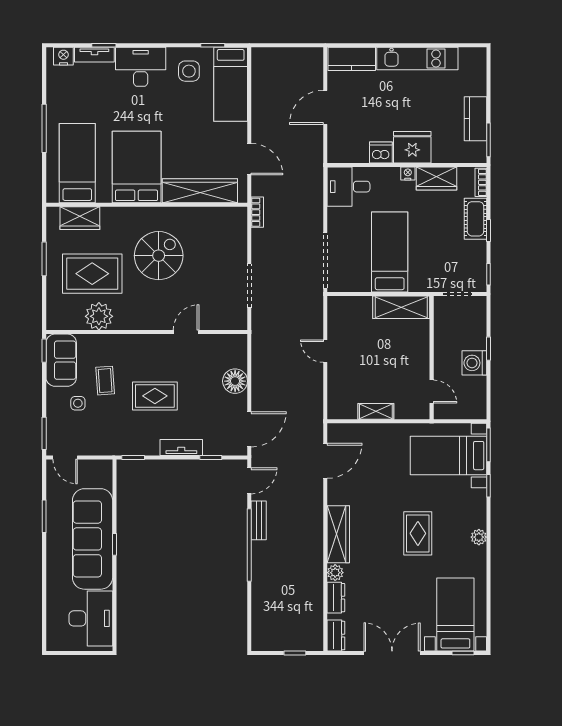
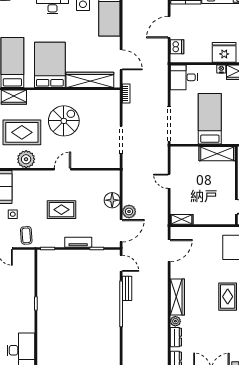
dishwasher: (381, 152) -> (177, 47), moved, turned 90
door: (186, 332) -> (62, 169), moved
coffee table: (105, 381) -> (26, 235), moved
plant: (262, 399) -> (129, 211), added
shelving: (376, 411) -> (182, 219), moved
door: (249, 481) -> (121, 263), hinge flipped
sofa: (93, 539) -> (22, 300), removed

